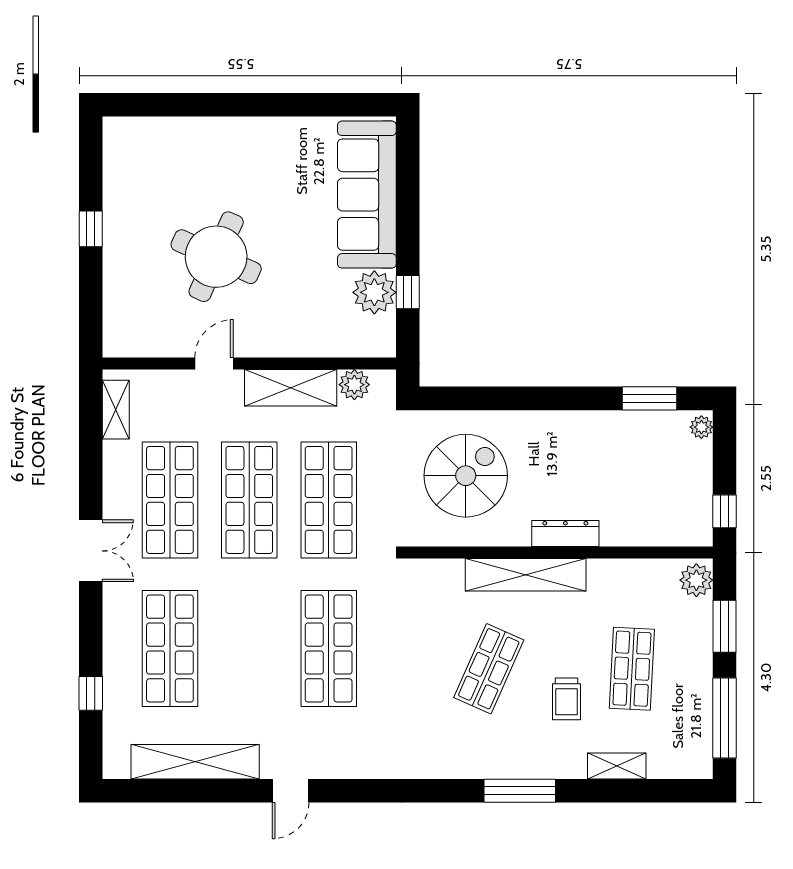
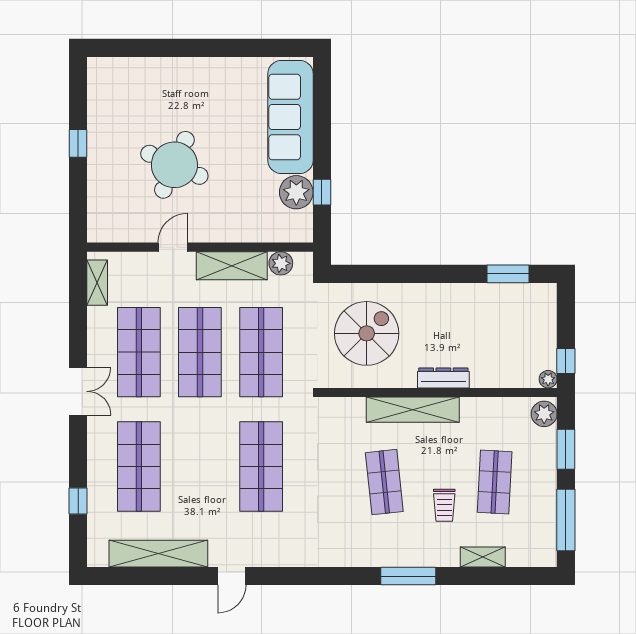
plant: (701, 427) -> (548, 379), moved
shop shelf: (489, 669) -> (384, 482), turned -30

